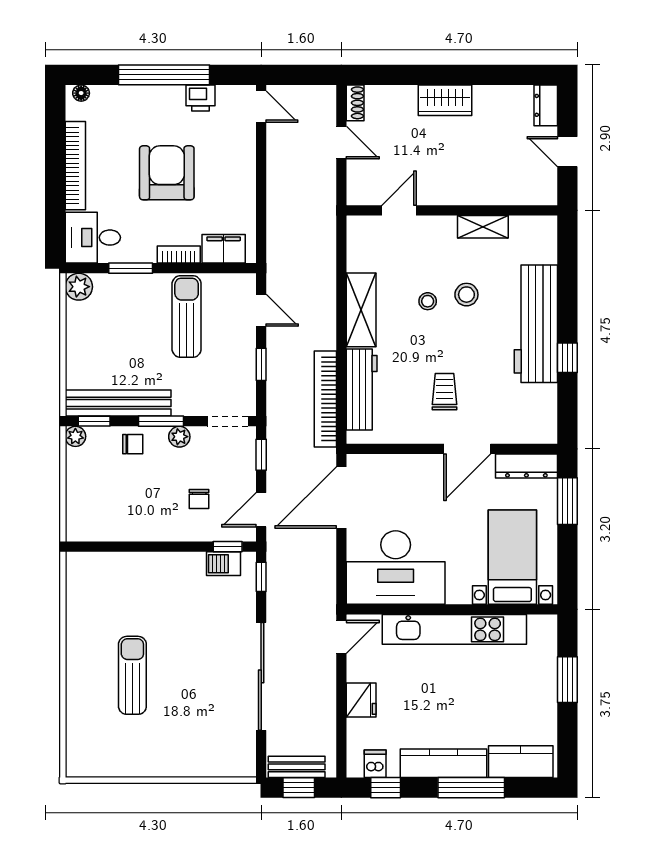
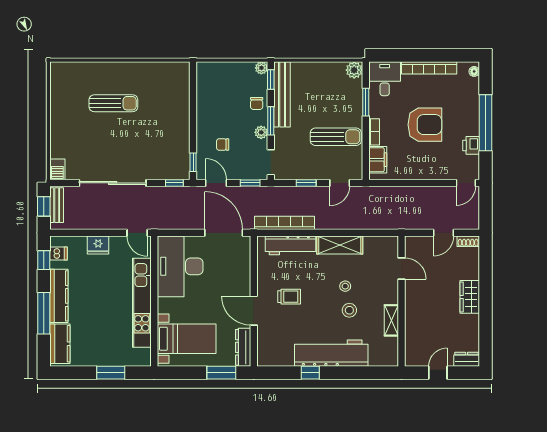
barbecue: (223, 564) -> (57, 169), moved, turned 180

